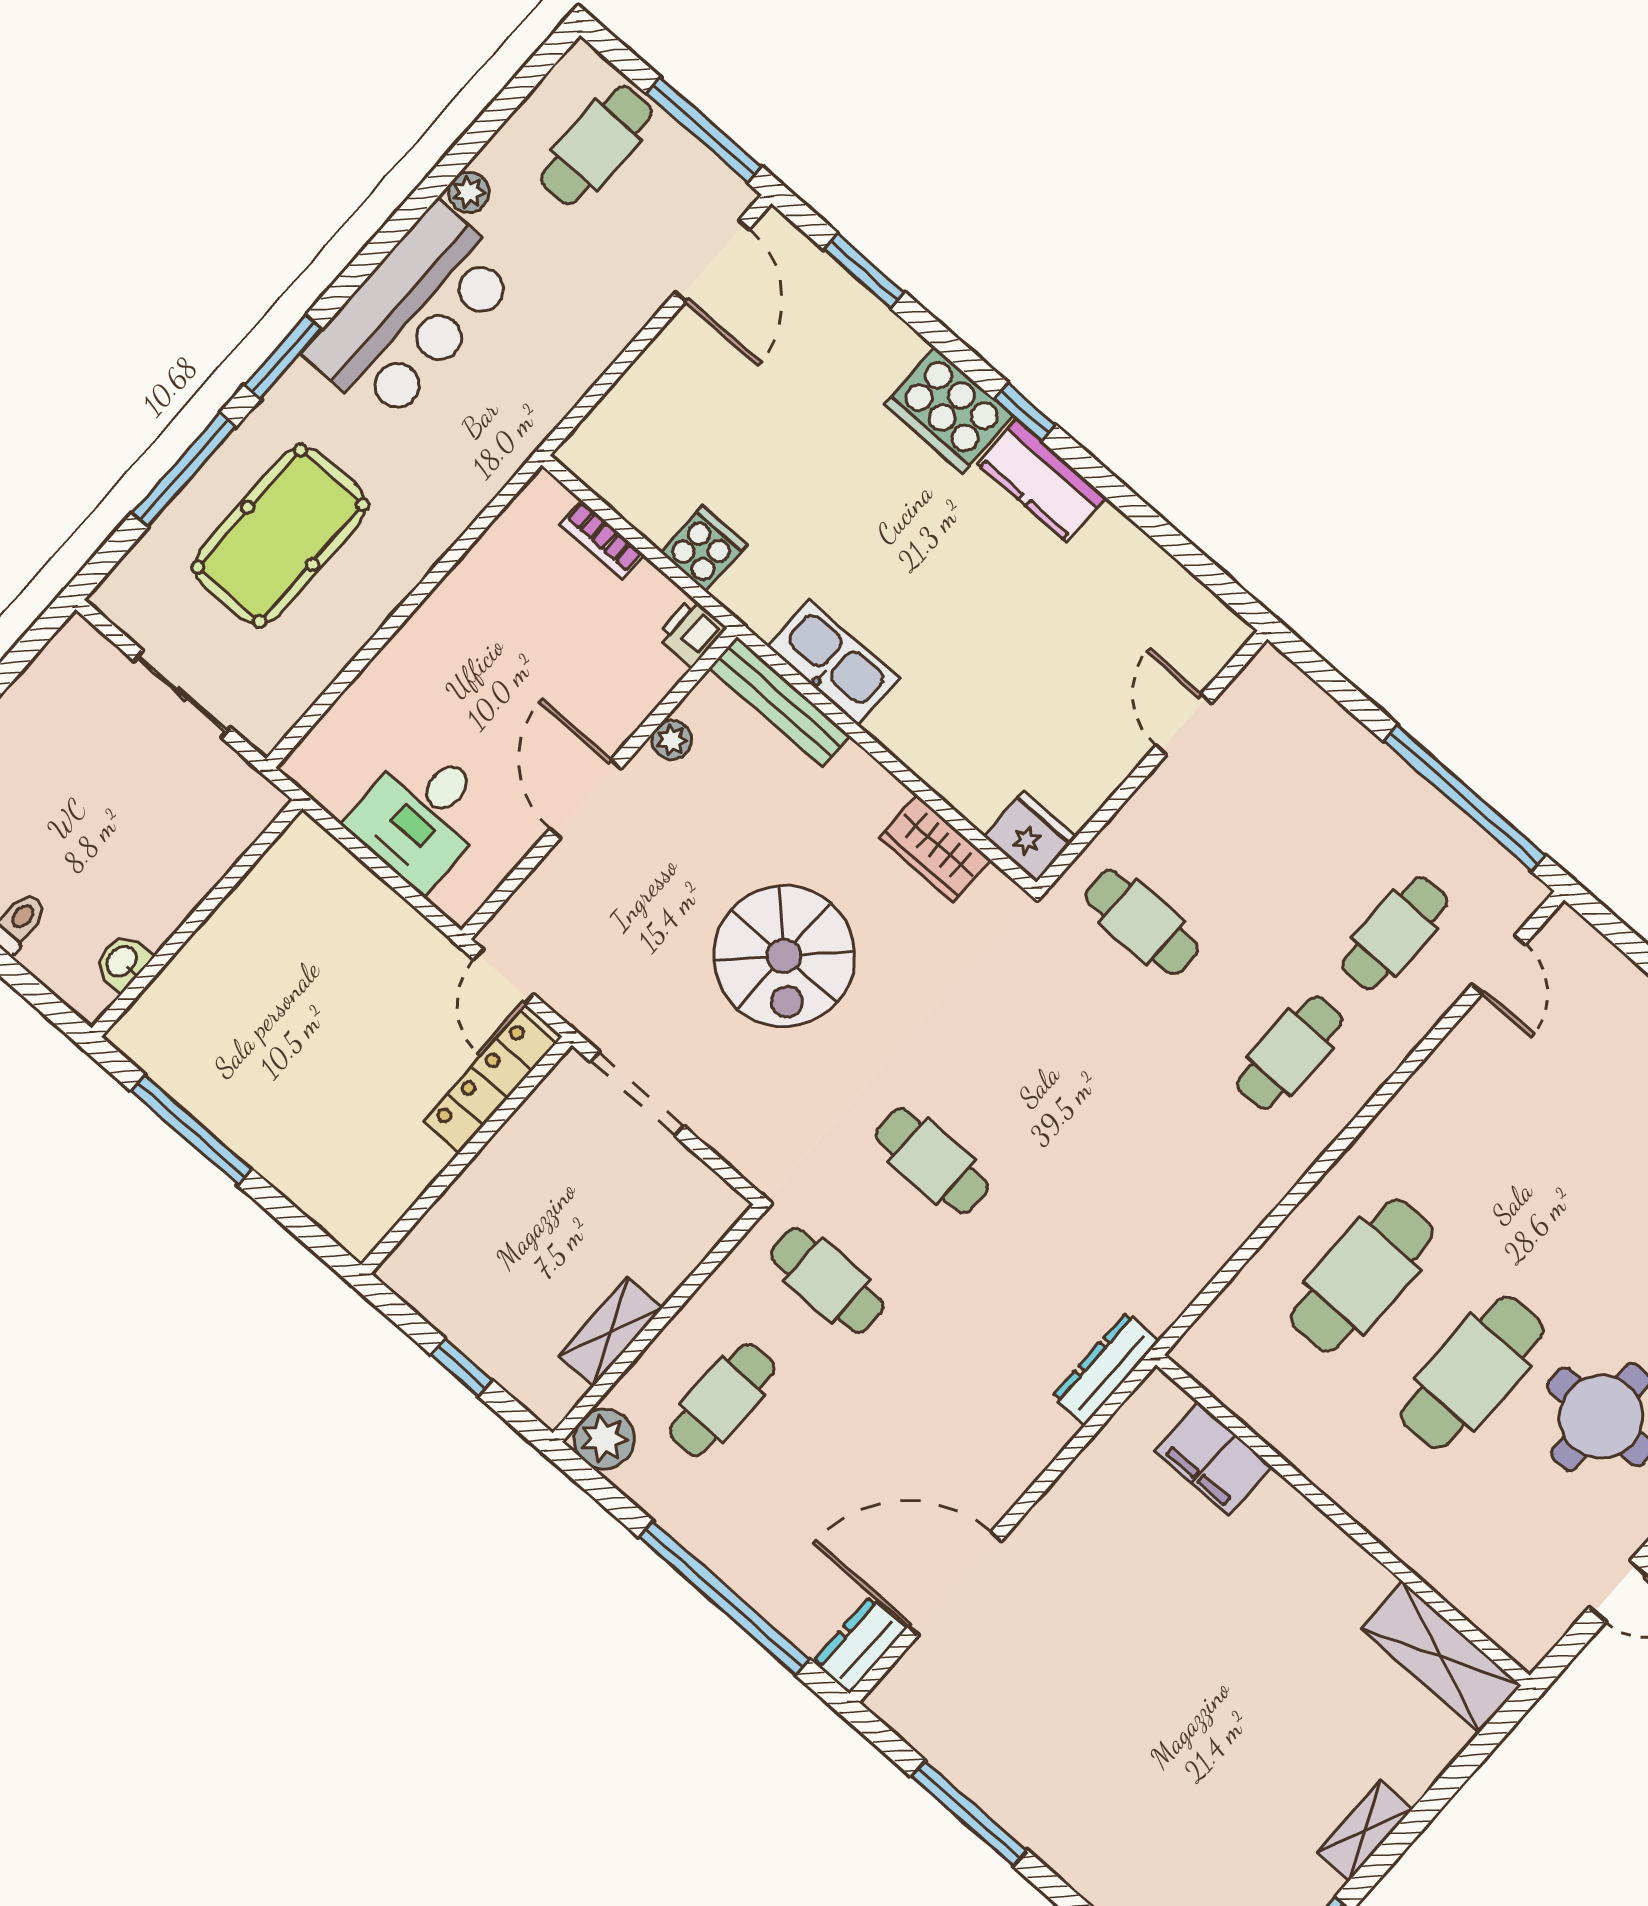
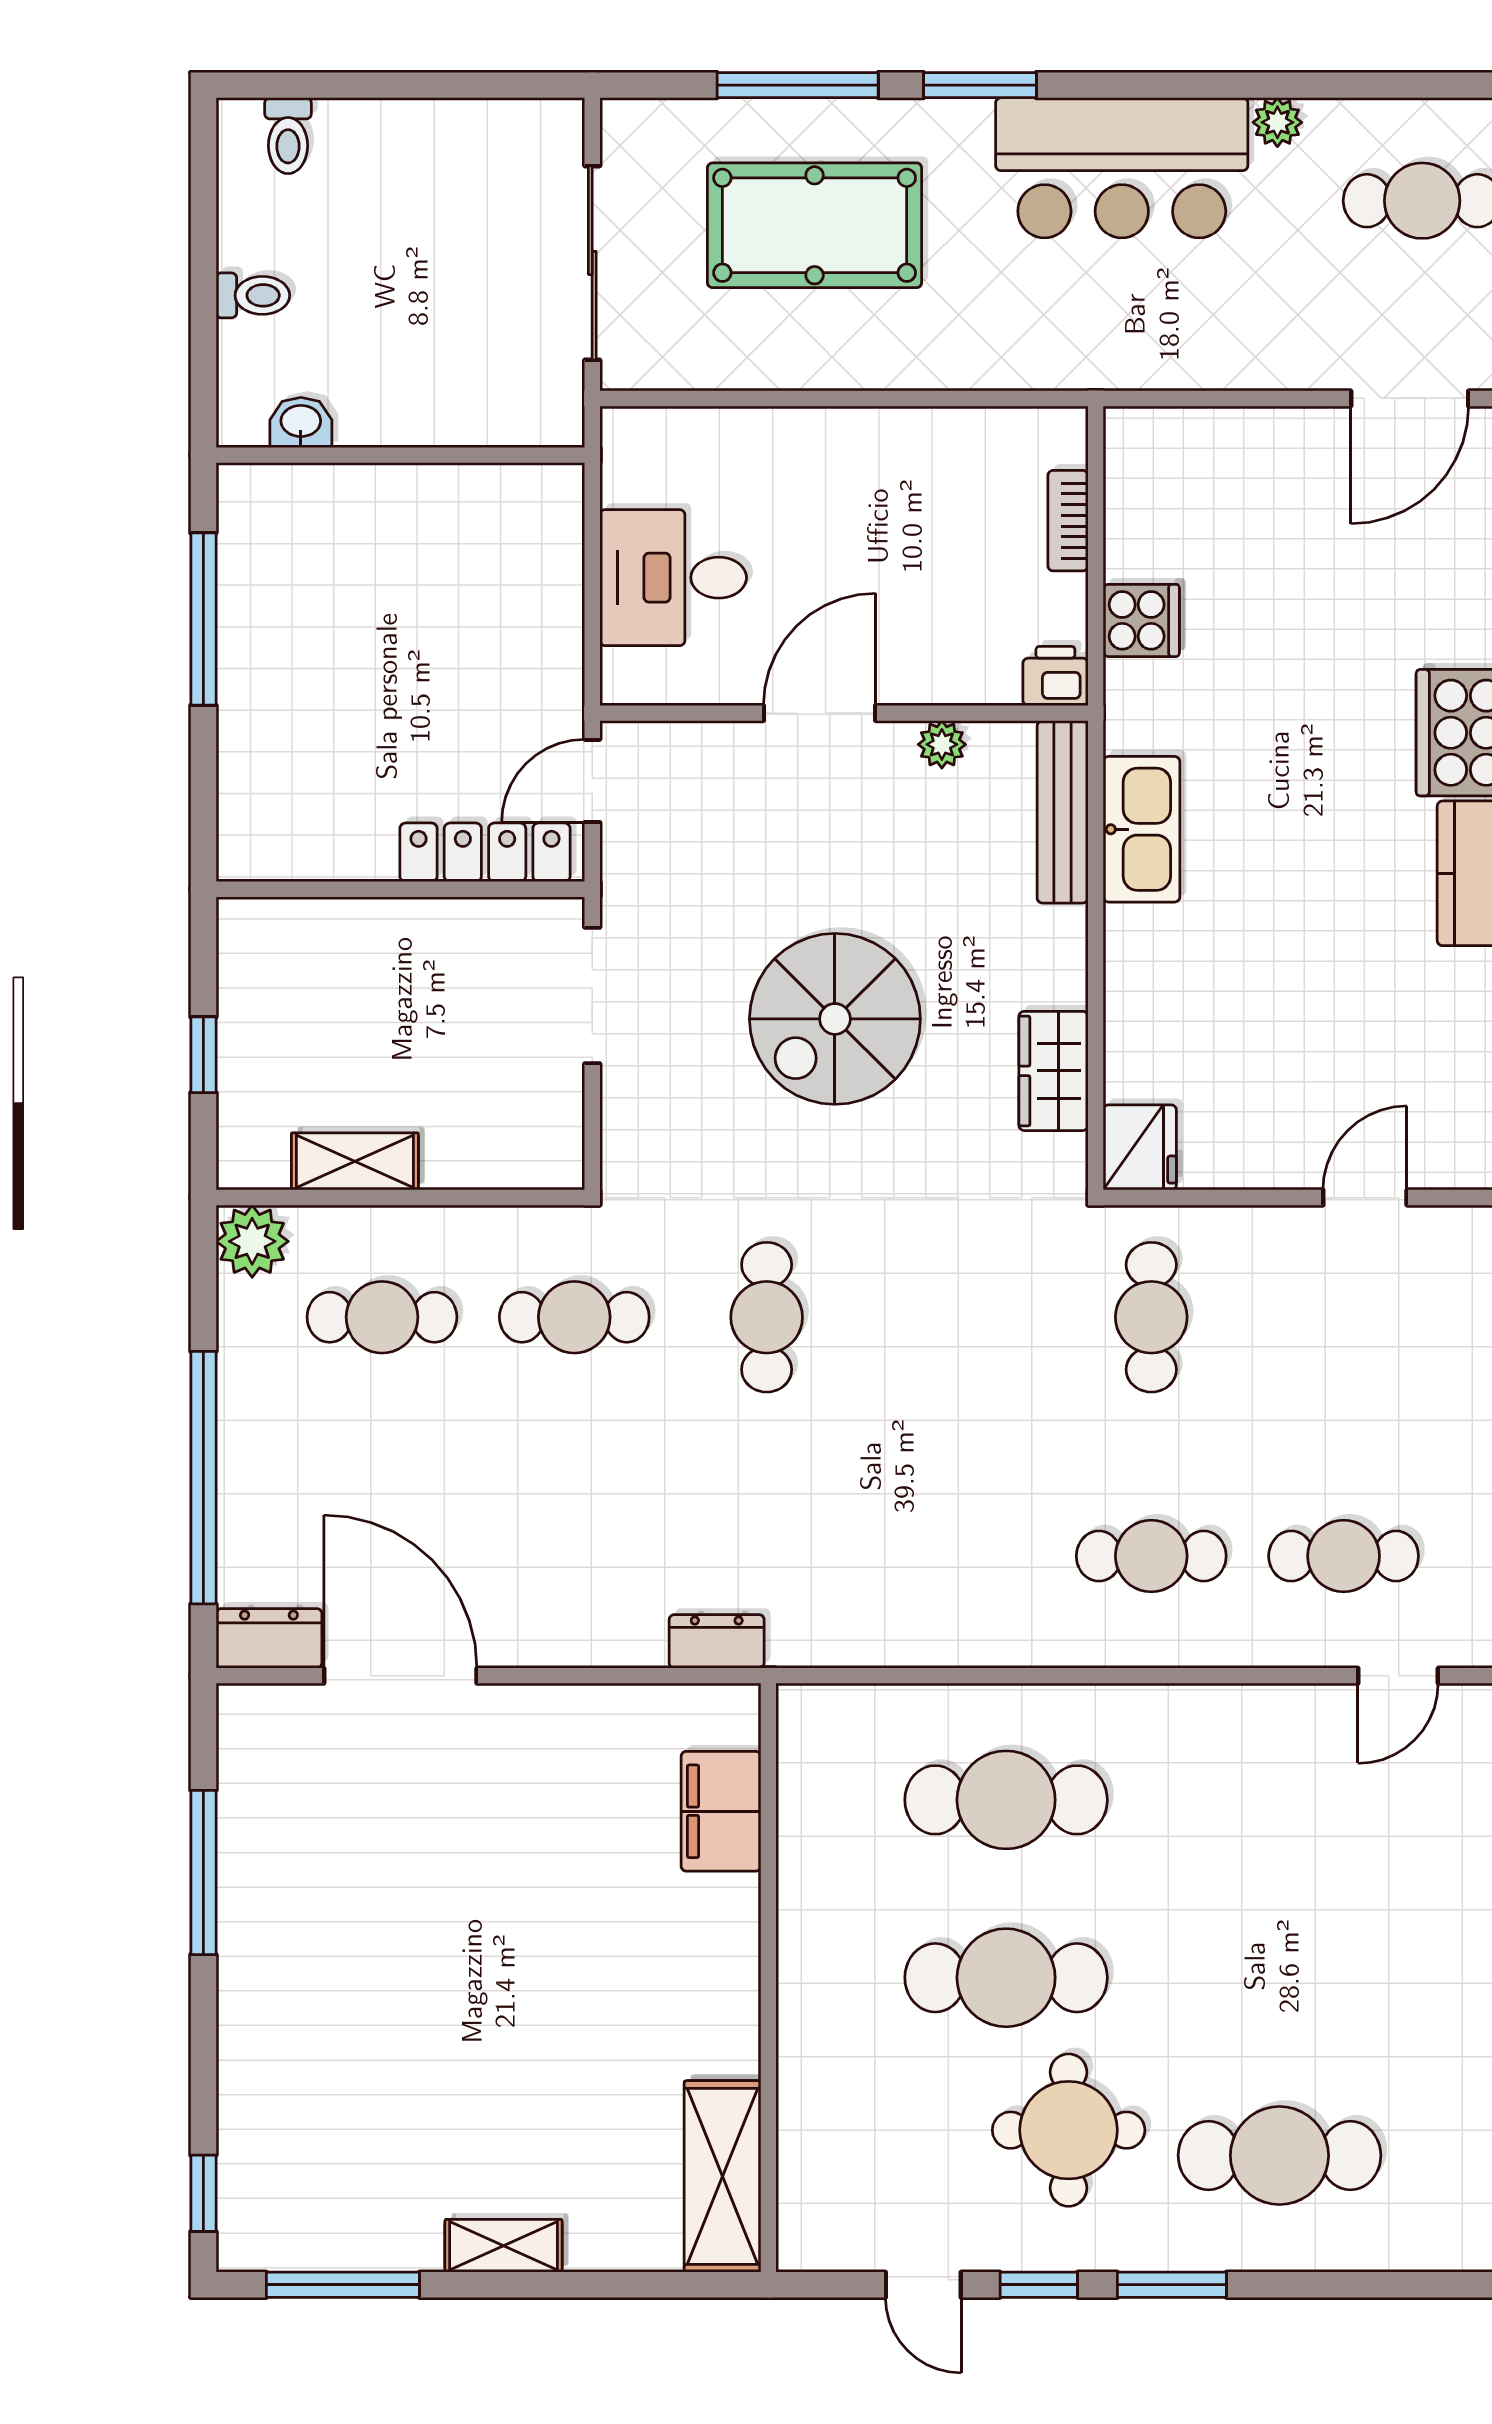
sliding door: (182, 694) -> (592, 263), width x1.37
cafe table: (827, 1280) -> (574, 1317), turned 90
dresser: (1106, 1369) -> (717, 1641), width x0.70

